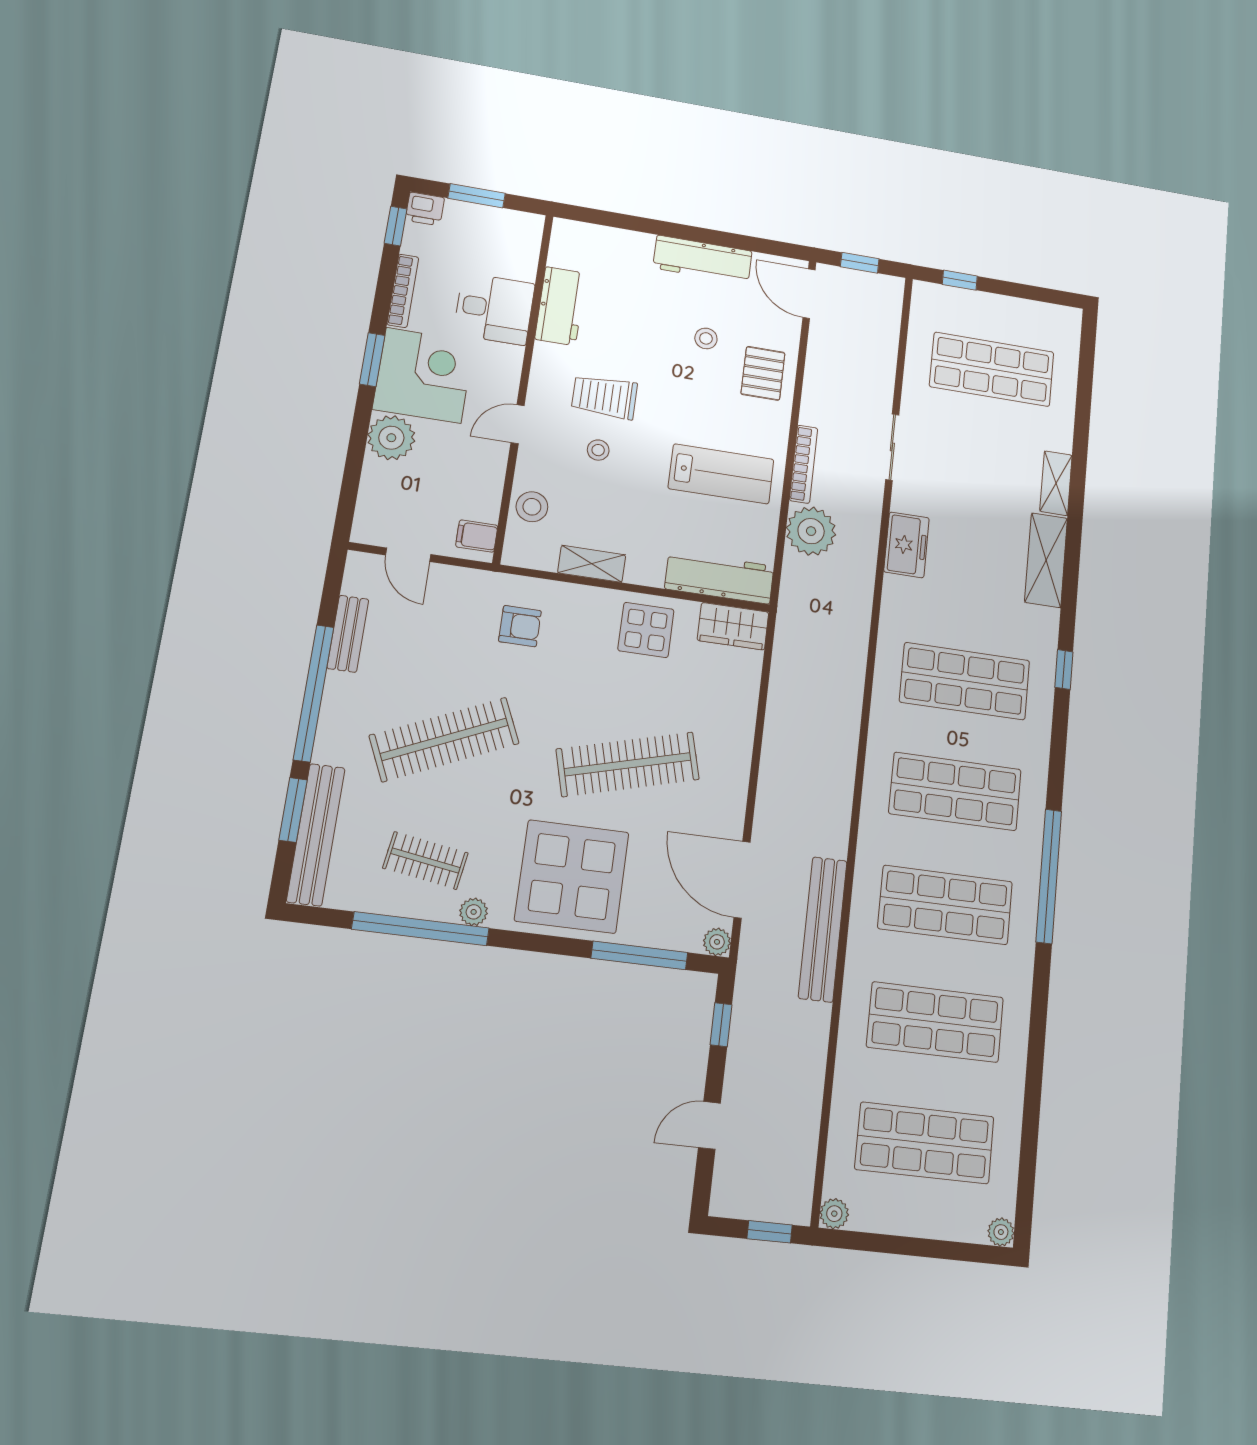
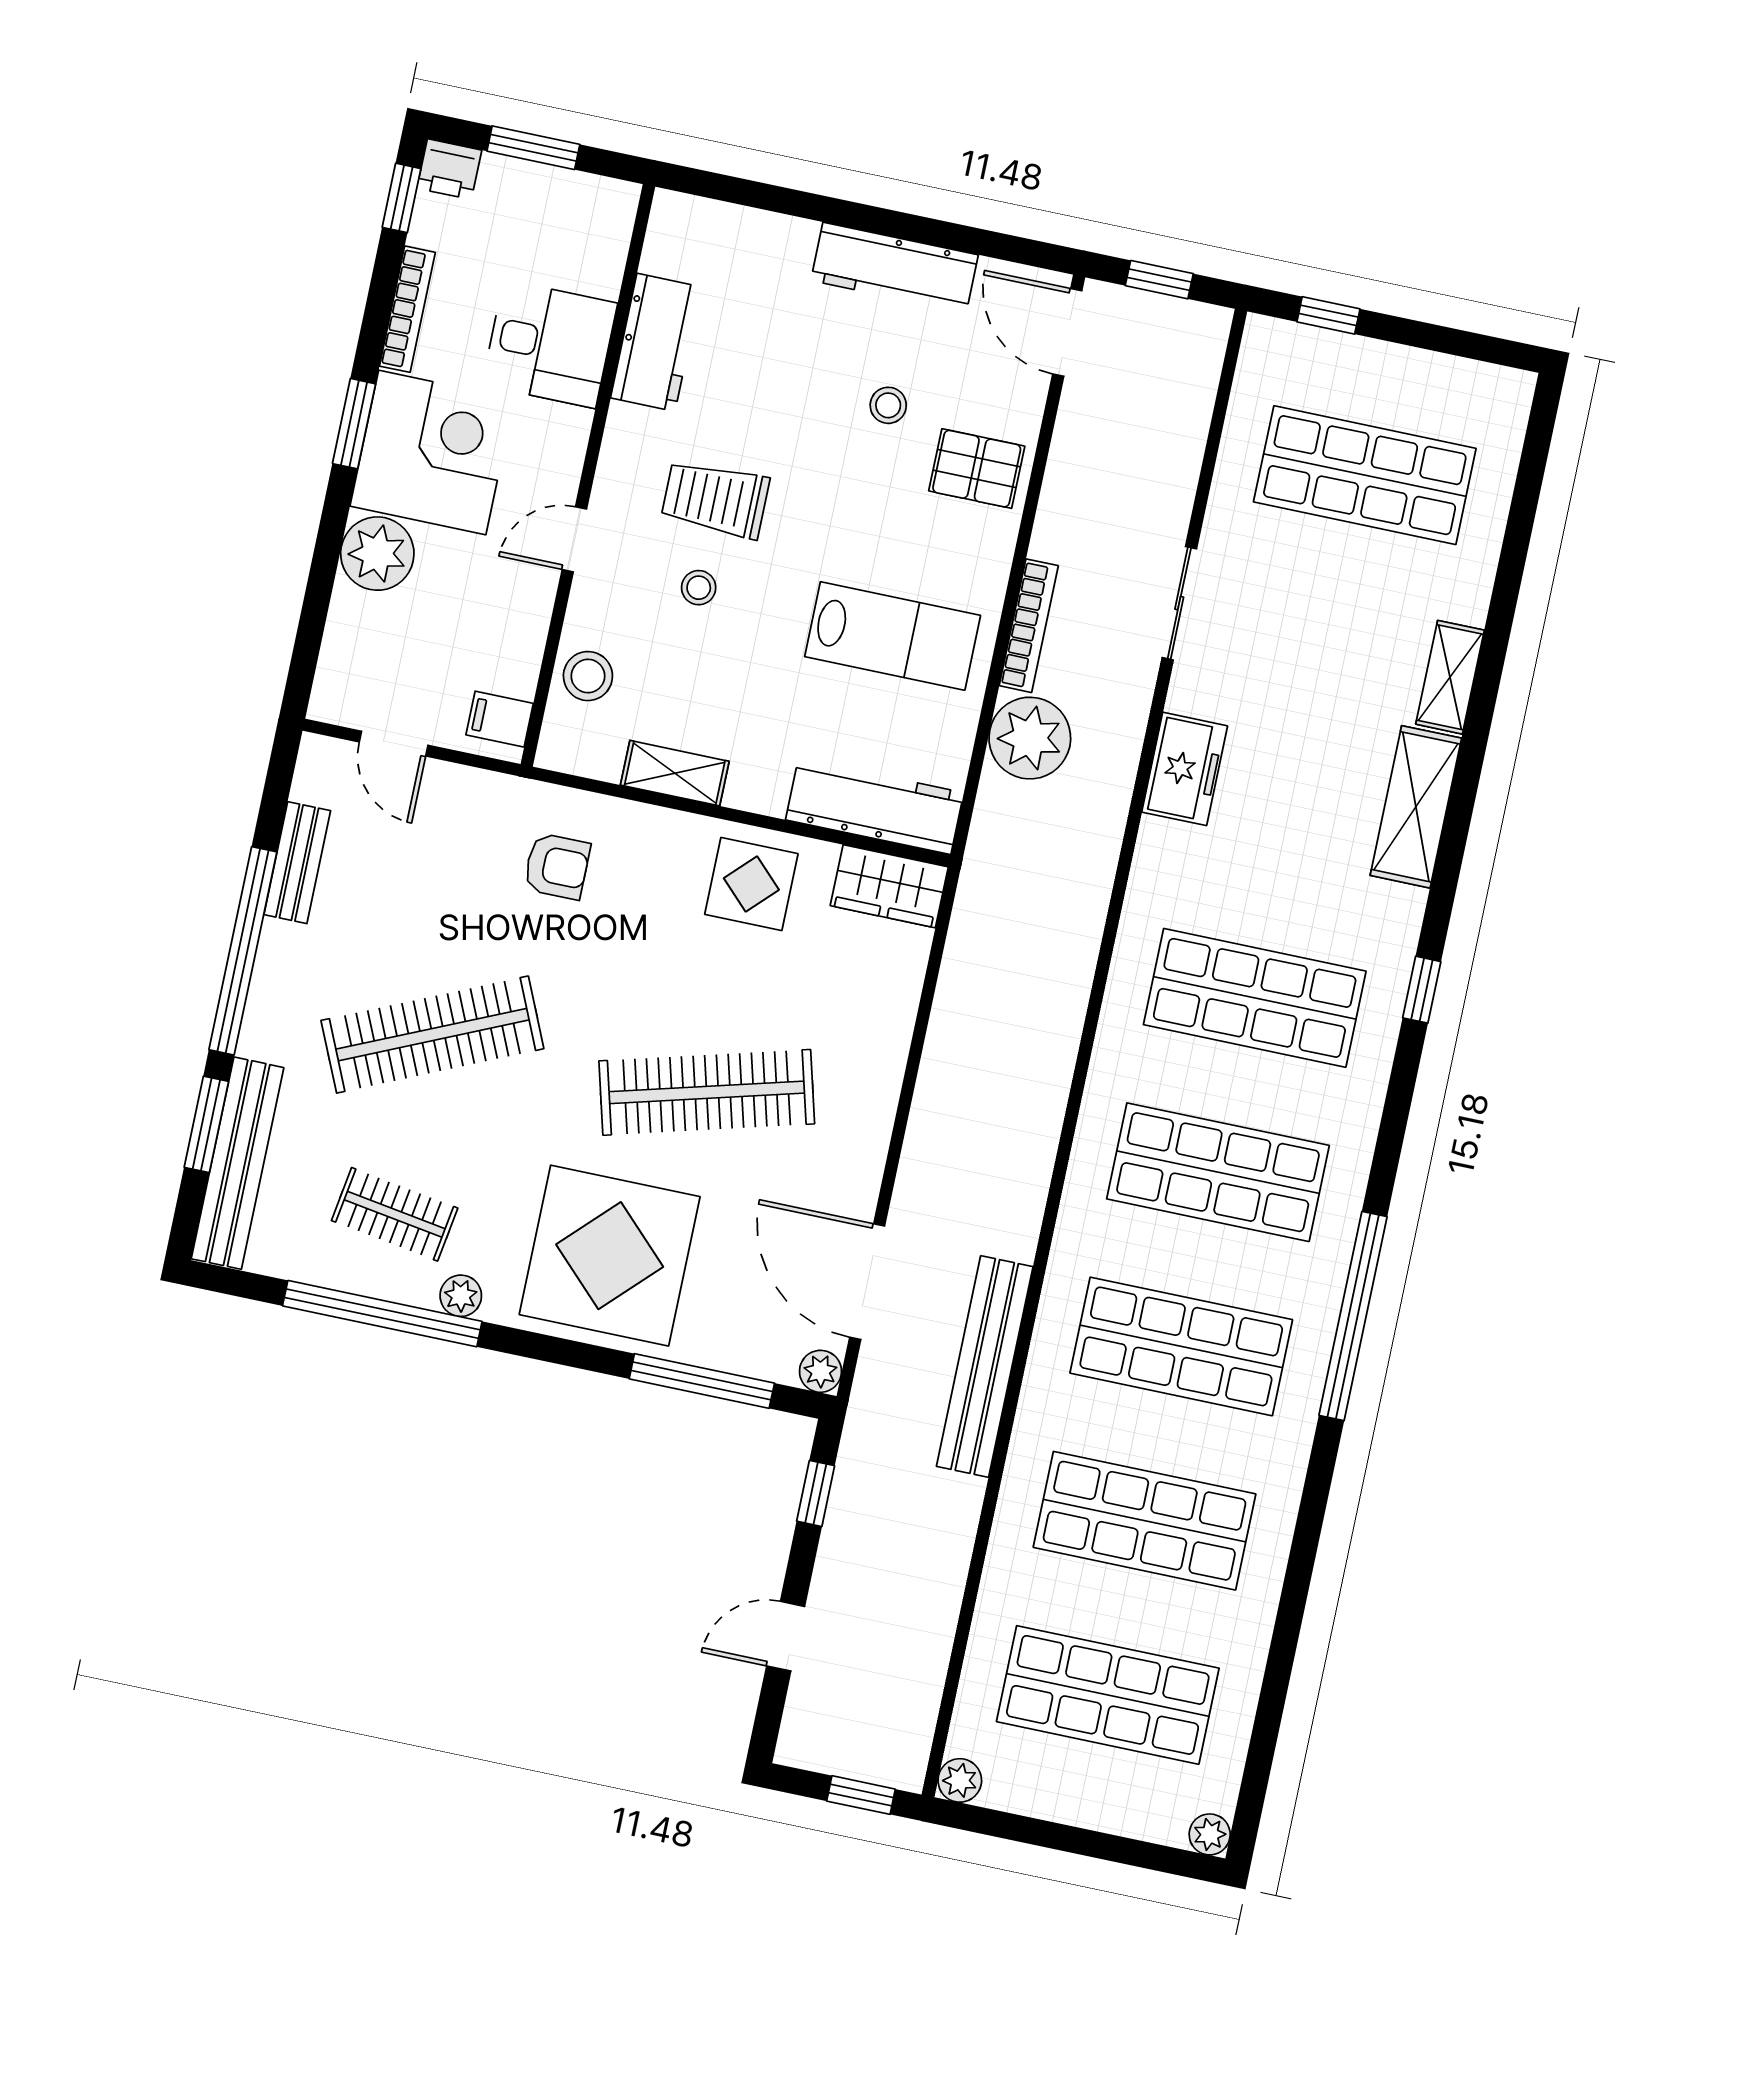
pallet: (763, 373) -> (977, 469), turned 90

